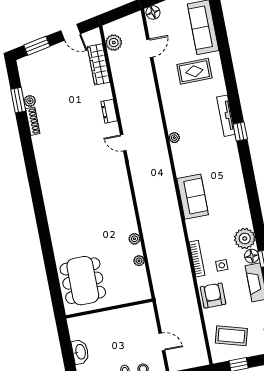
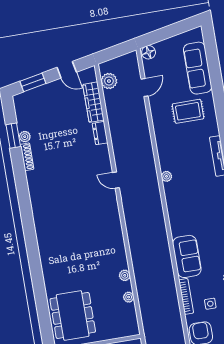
dresser: (109, 111) -> (100, 133), moved
sofa: (193, 197) -> (187, 256), moved

